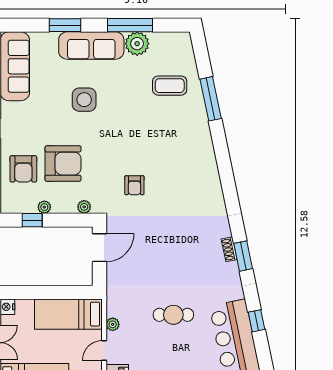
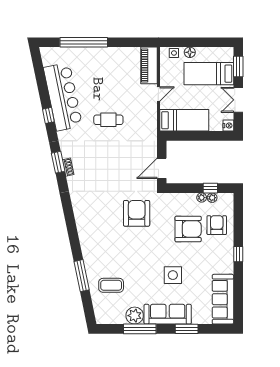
armchair: (63, 164) -> (188, 229), turned 180
armchair: (134, 185) -> (137, 213), width x1.88, depth x1.88
plant: (84, 207) -> (212, 198), moved
plant: (113, 324) -> (152, 113), removed

